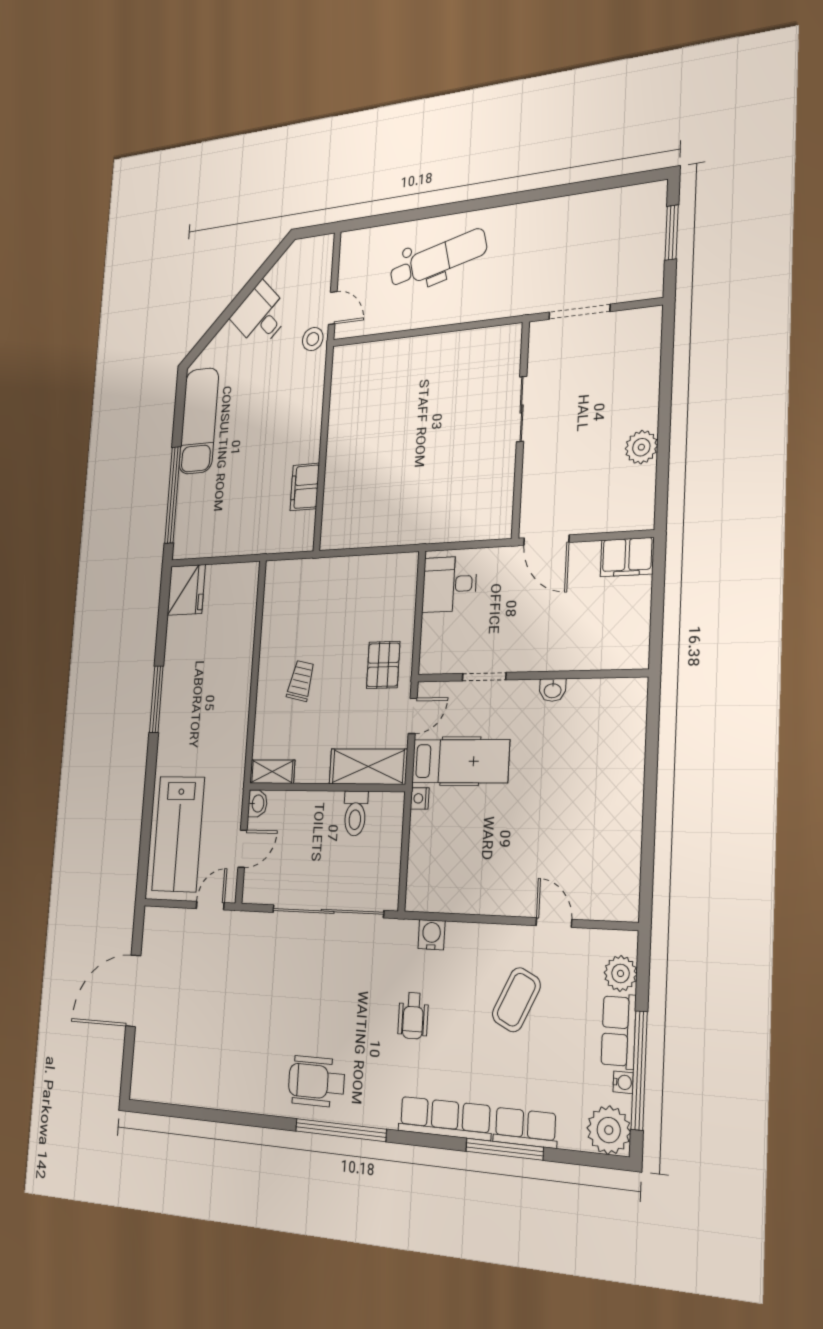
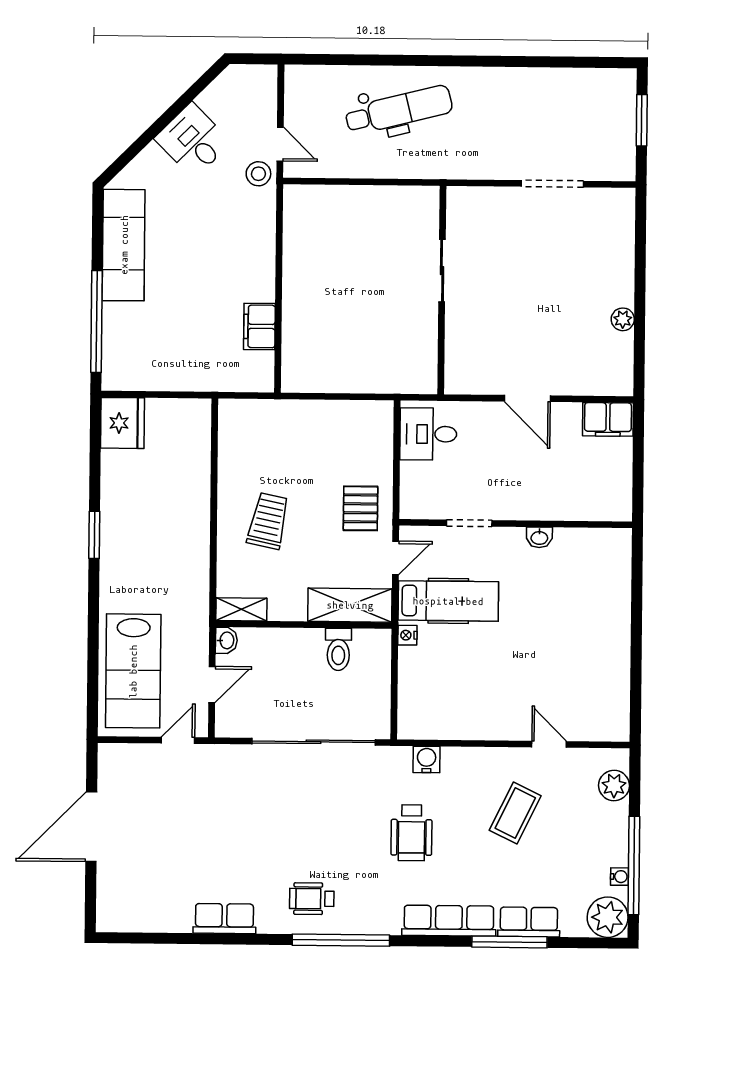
sliding door: (522, 409) -> (442, 271), moved
wall: (521, 429) -> (442, 290), moved
plant: (641, 447) -> (623, 319), width x0.73, depth x0.73
trolley: (301, 681) -> (268, 521), width x1.36, depth x1.39
window: (156, 699) -> (94, 535), width x0.69
wheelchair: (413, 1016) -> (411, 833), width x1.36, depth x1.37
row of seats: (619, 1031) -> (224, 919), moved, turned 90
wheelchair: (316, 1082) -> (312, 899), width x0.73, depth x0.73

